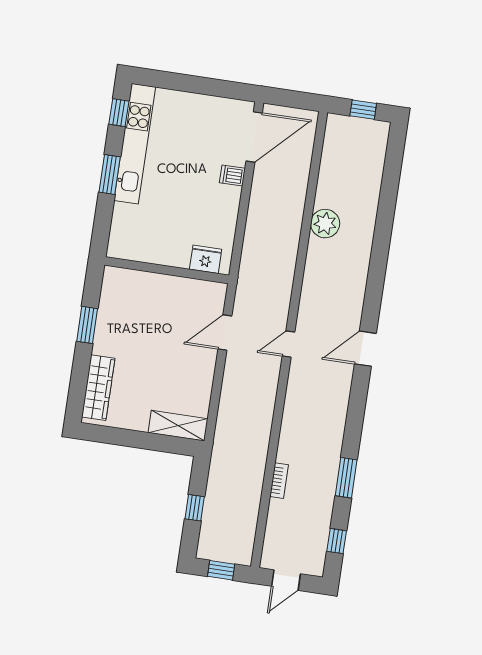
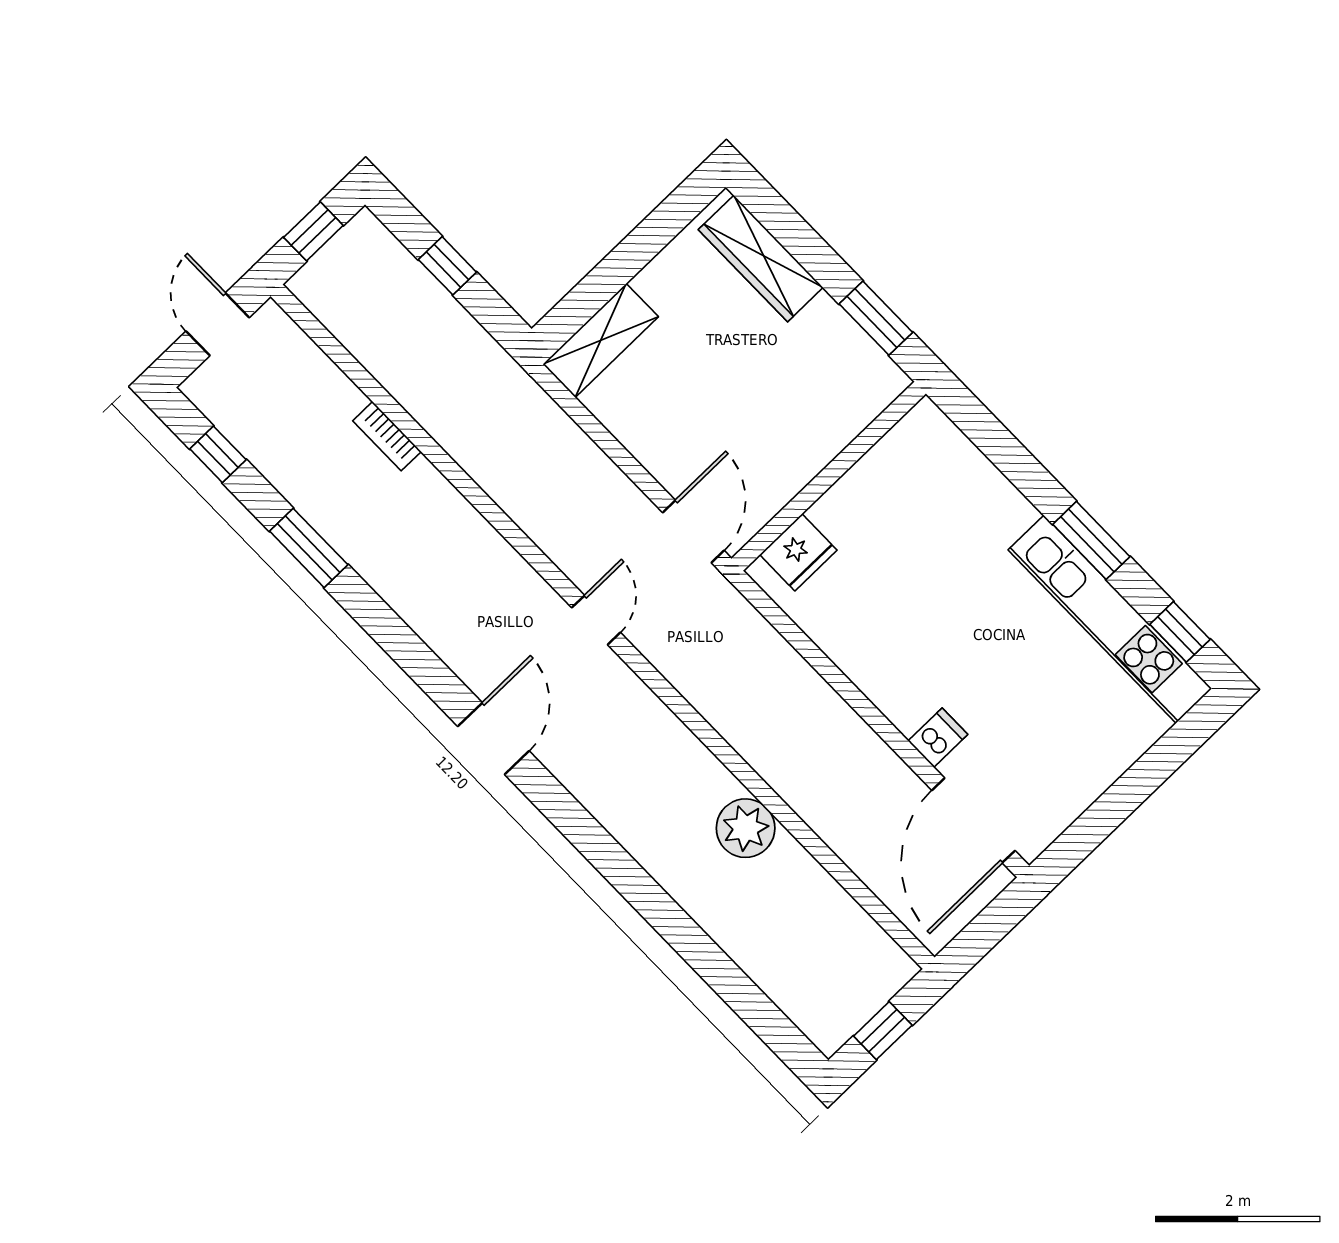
fridge: (206, 259) -> (798, 552), moved
wall: (167, 270) -> (829, 476), moved

